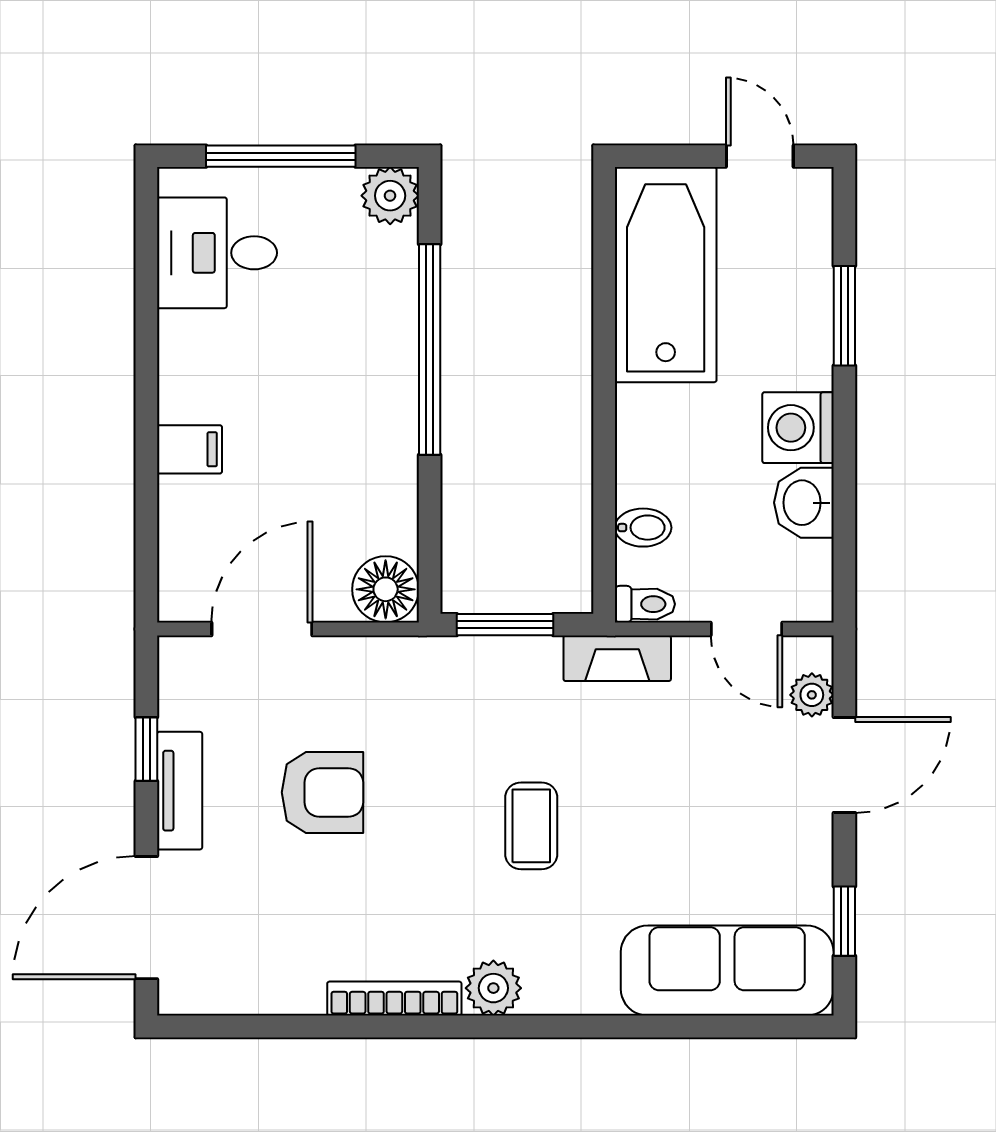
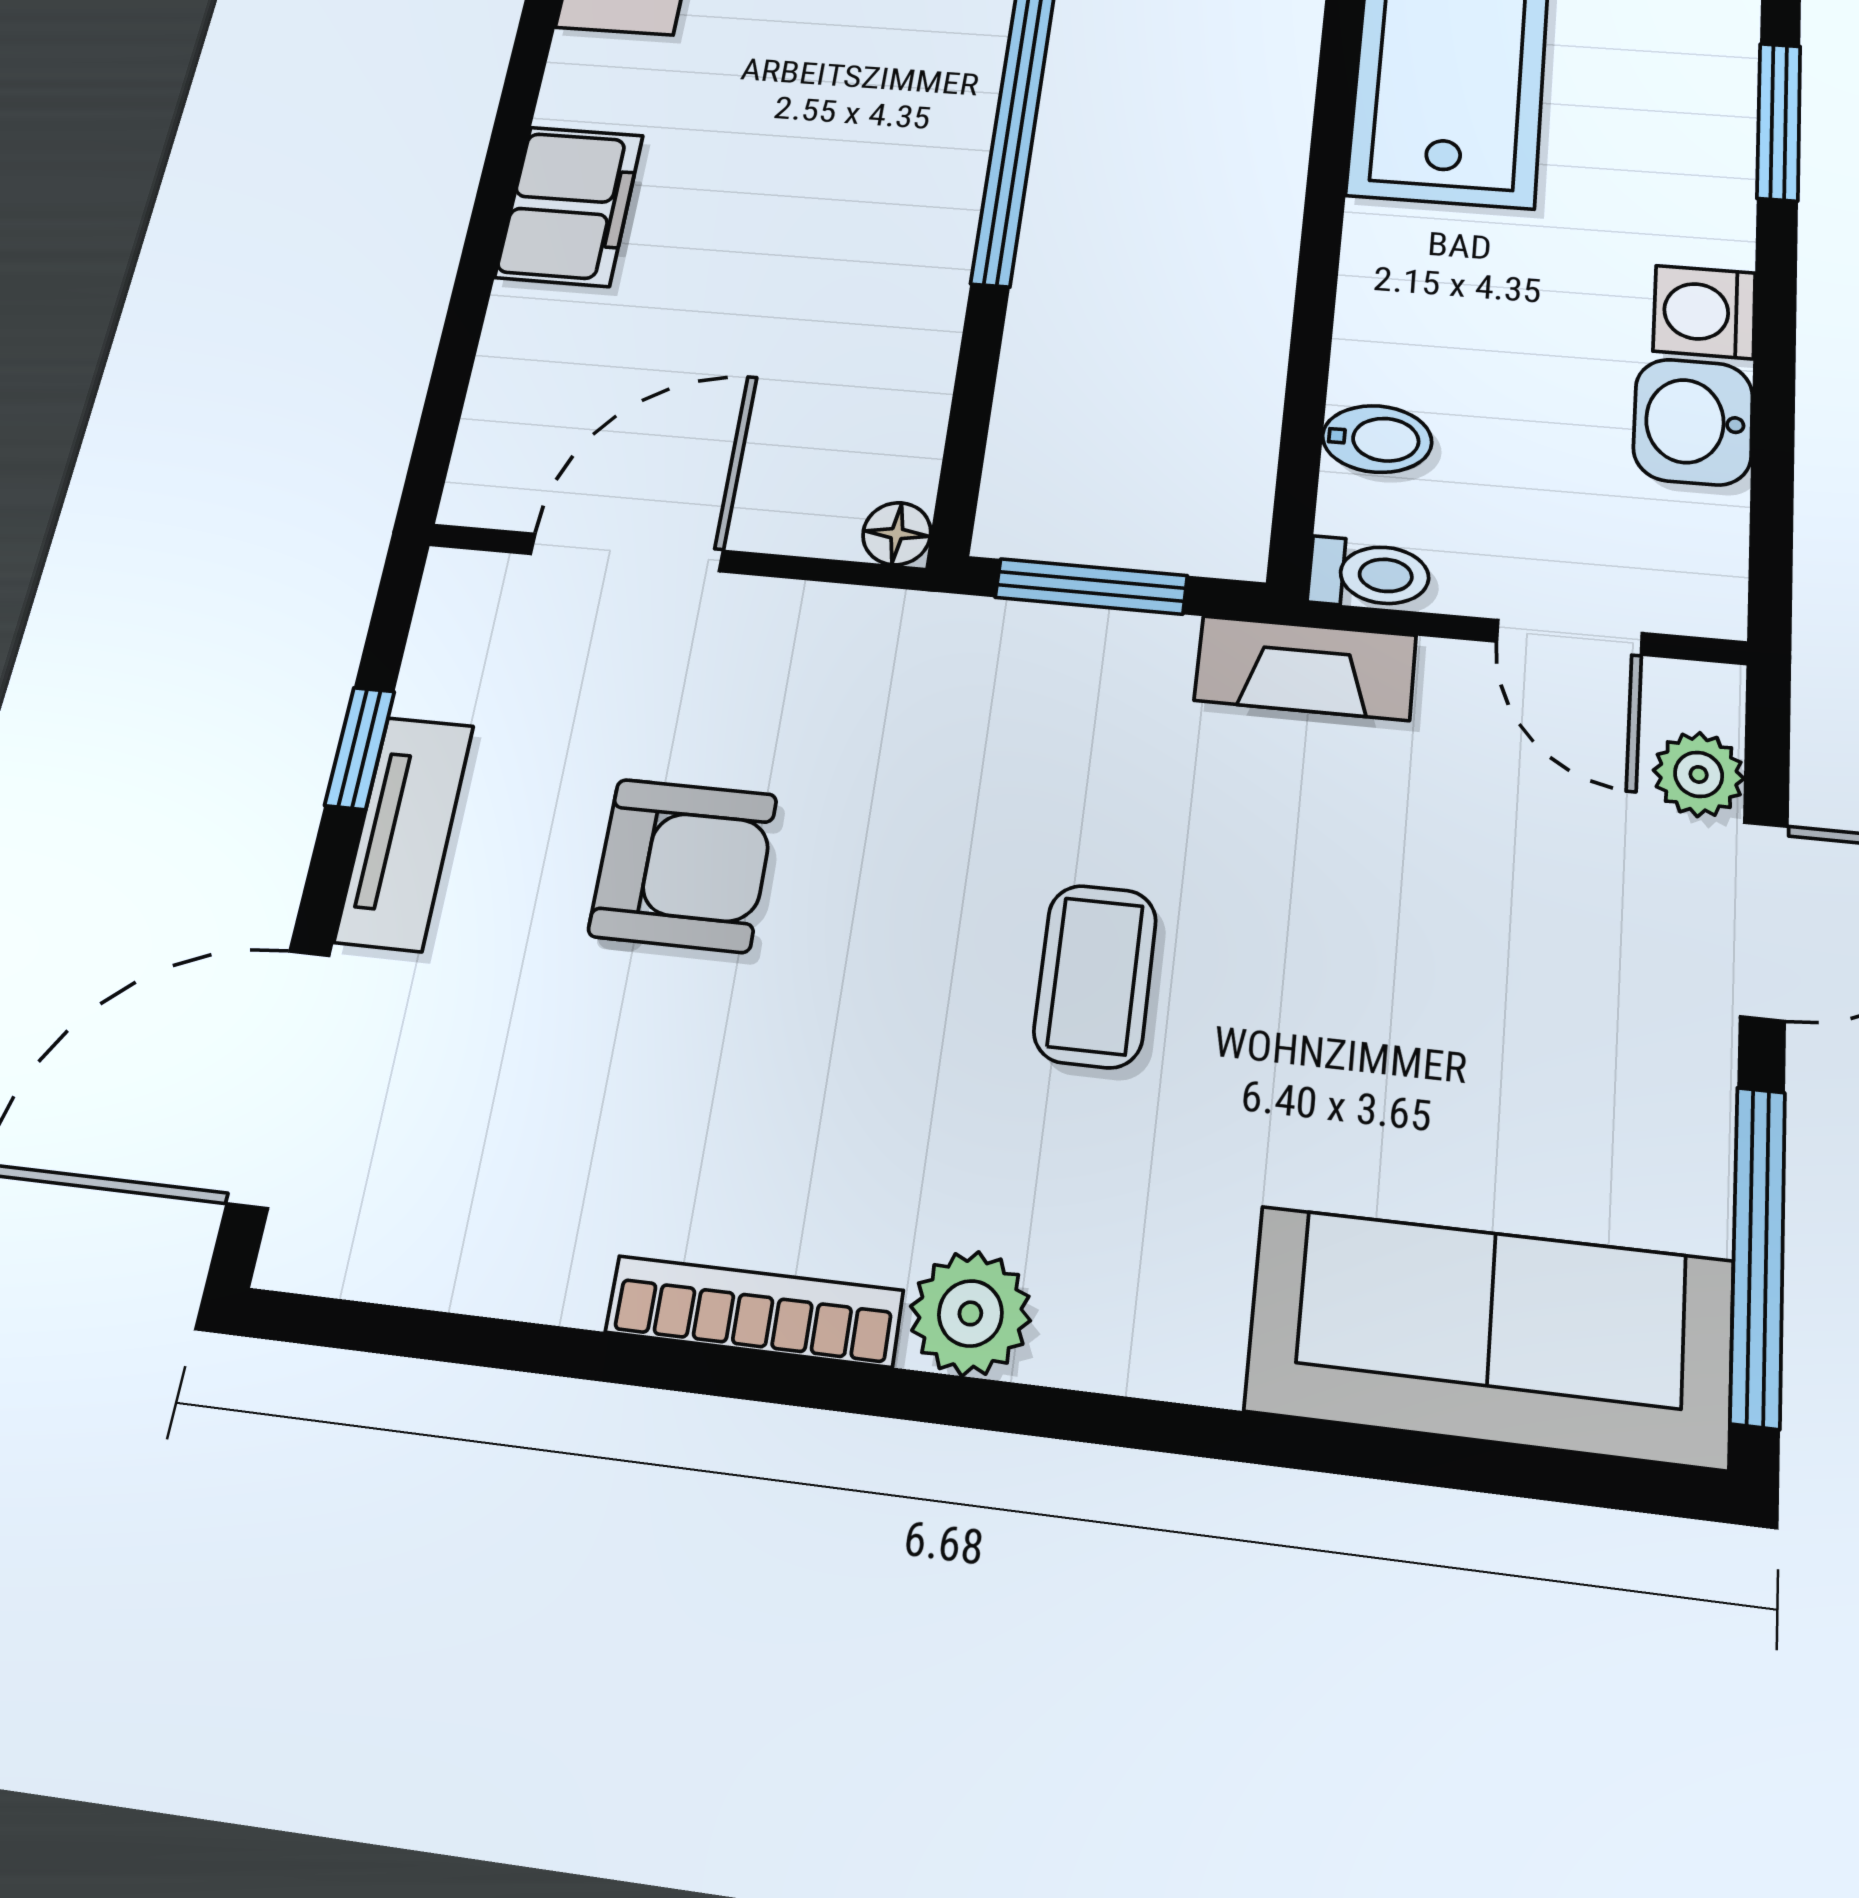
washing machine: (798, 428) -> (1704, 312), width x0.73, depth x0.73
filing cabinet: (189, 449) -> (569, 206), width x2.00
floor lamp: (386, 589) -> (897, 534), width x0.53, depth x0.53
window: (844, 921) -> (1758, 1254), width x2.17

